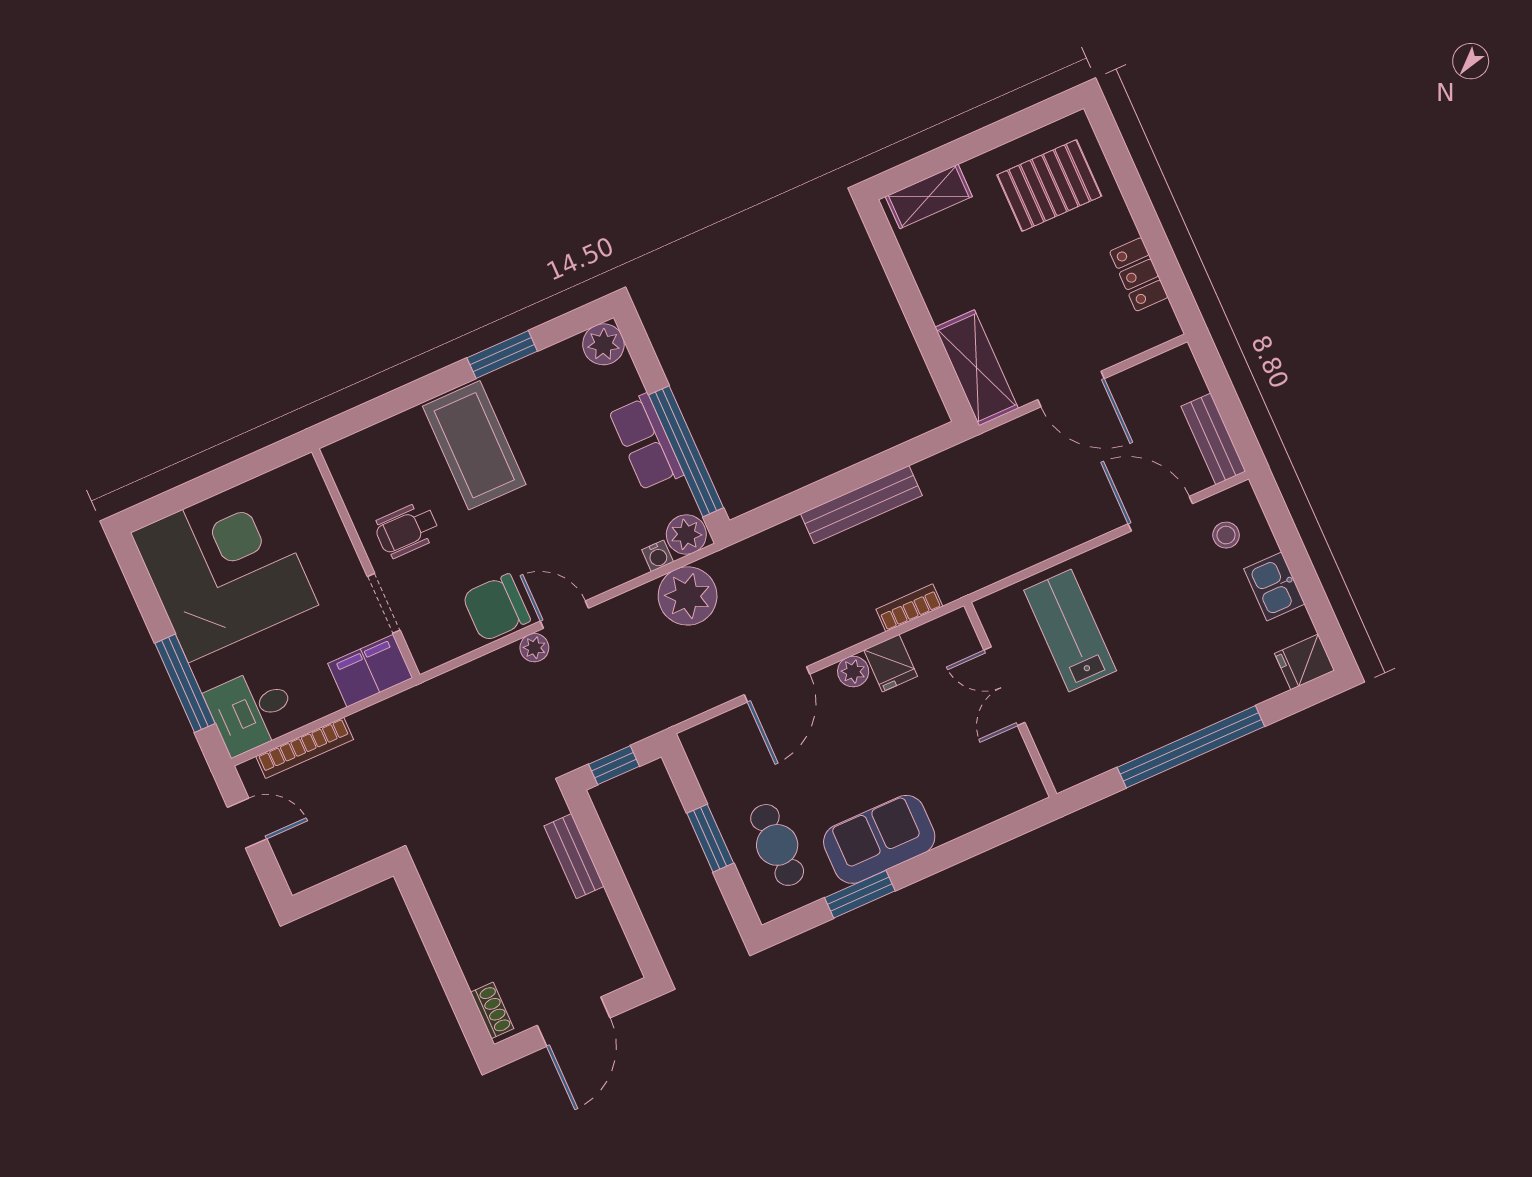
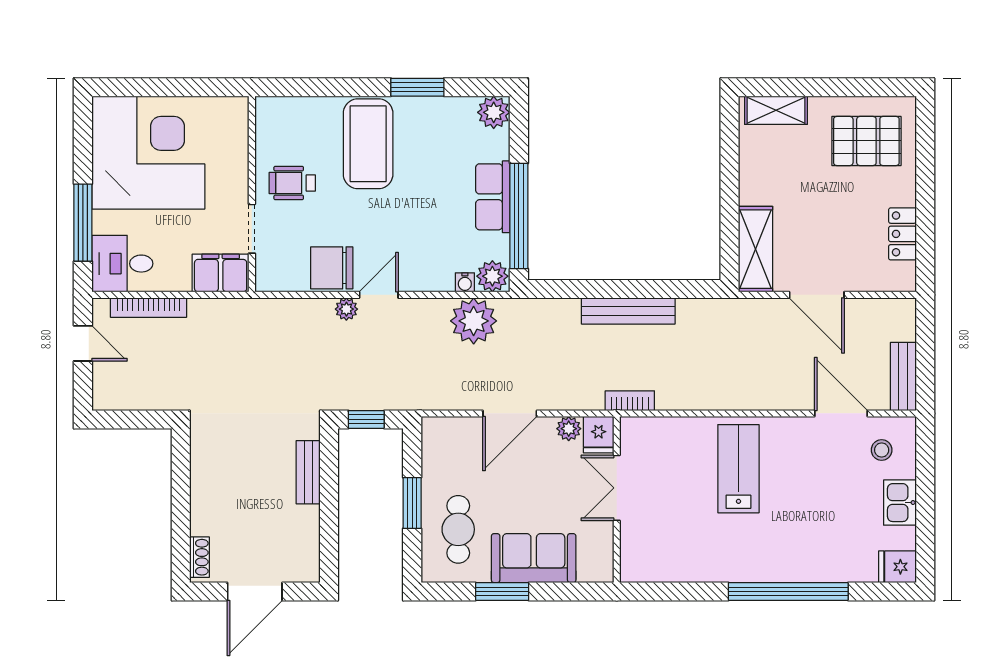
door: (564, 615) -> (379, 295), hinge flipped
double door: (1004, 686) -> (617, 488), moved
wall: (1010, 700) -> (617, 500), moved

